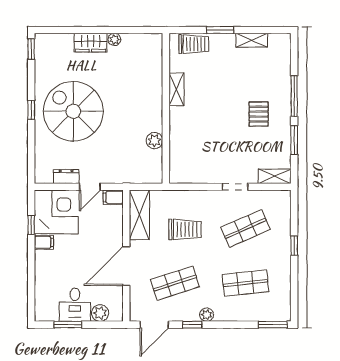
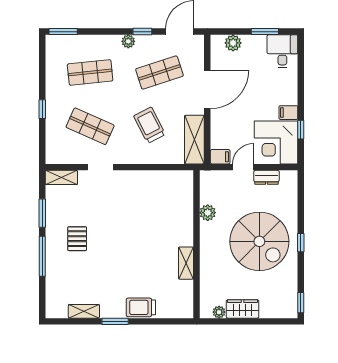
shelving: (176, 89) -> (186, 263), moved
wall: (166, 108) -> (196, 244), moved
plant: (154, 141) -> (208, 213), moved
shop shelf: (245, 228) -> (90, 126), turned 48
trolley: (185, 229) -> (150, 125), turned 63
desk: (75, 305) -> (282, 51), moved

